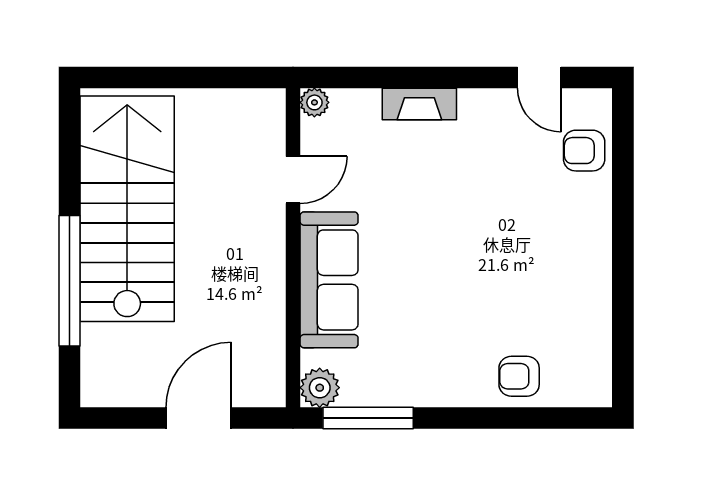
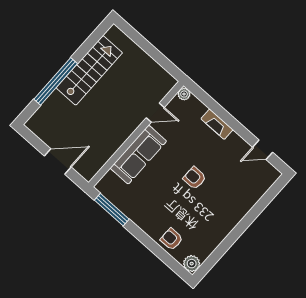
door: (539, 77) -> (263, 150), hinge flipped
armchair: (584, 151) -> (195, 178), moved
stairs: (127, 209) -> (89, 70), width x0.73, depth x0.66
plant: (320, 388) -> (192, 264), moved

